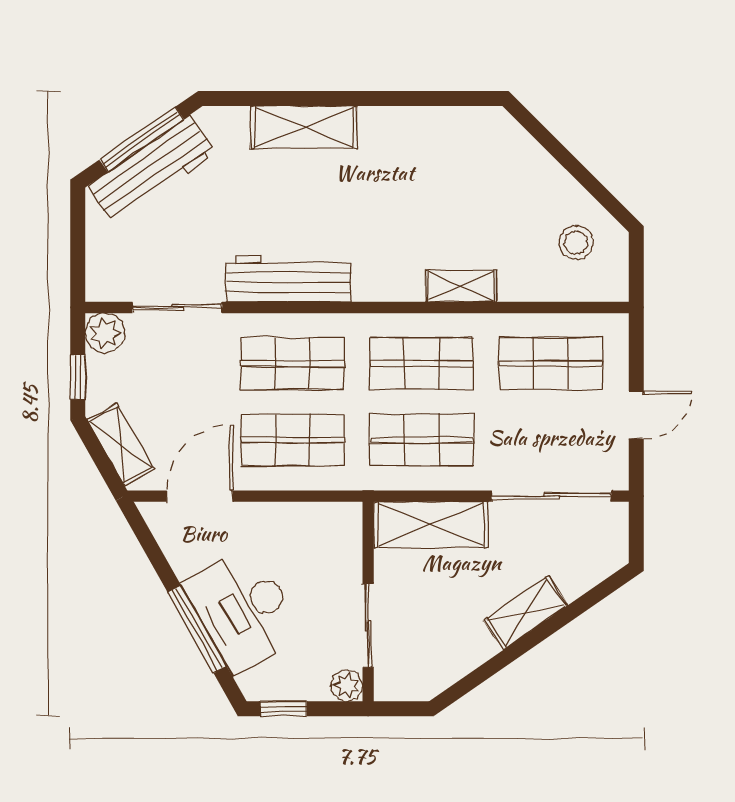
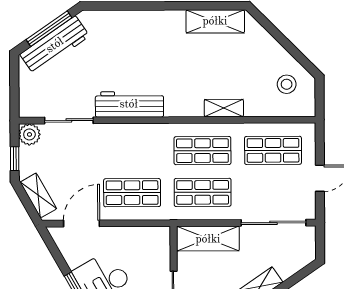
shelving: (304, 127) -> (215, 21), moved
shop shelf: (292, 364) -> (132, 151), removed

